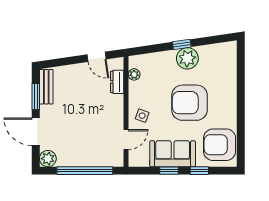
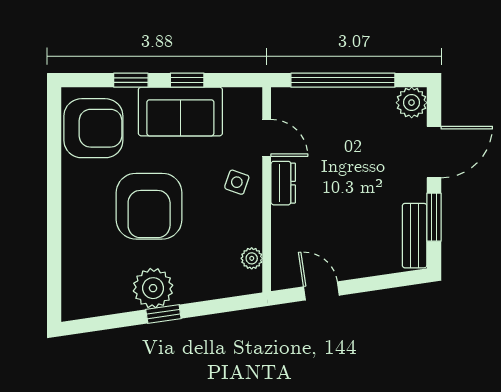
dresser: (117, 82) -> (283, 183), moved
armchair: (190, 103) -> (149, 206), turned 90
door: (36, 132) -> (434, 152), hinge flipped
door: (126, 139) -> (267, 138), swing flipped

